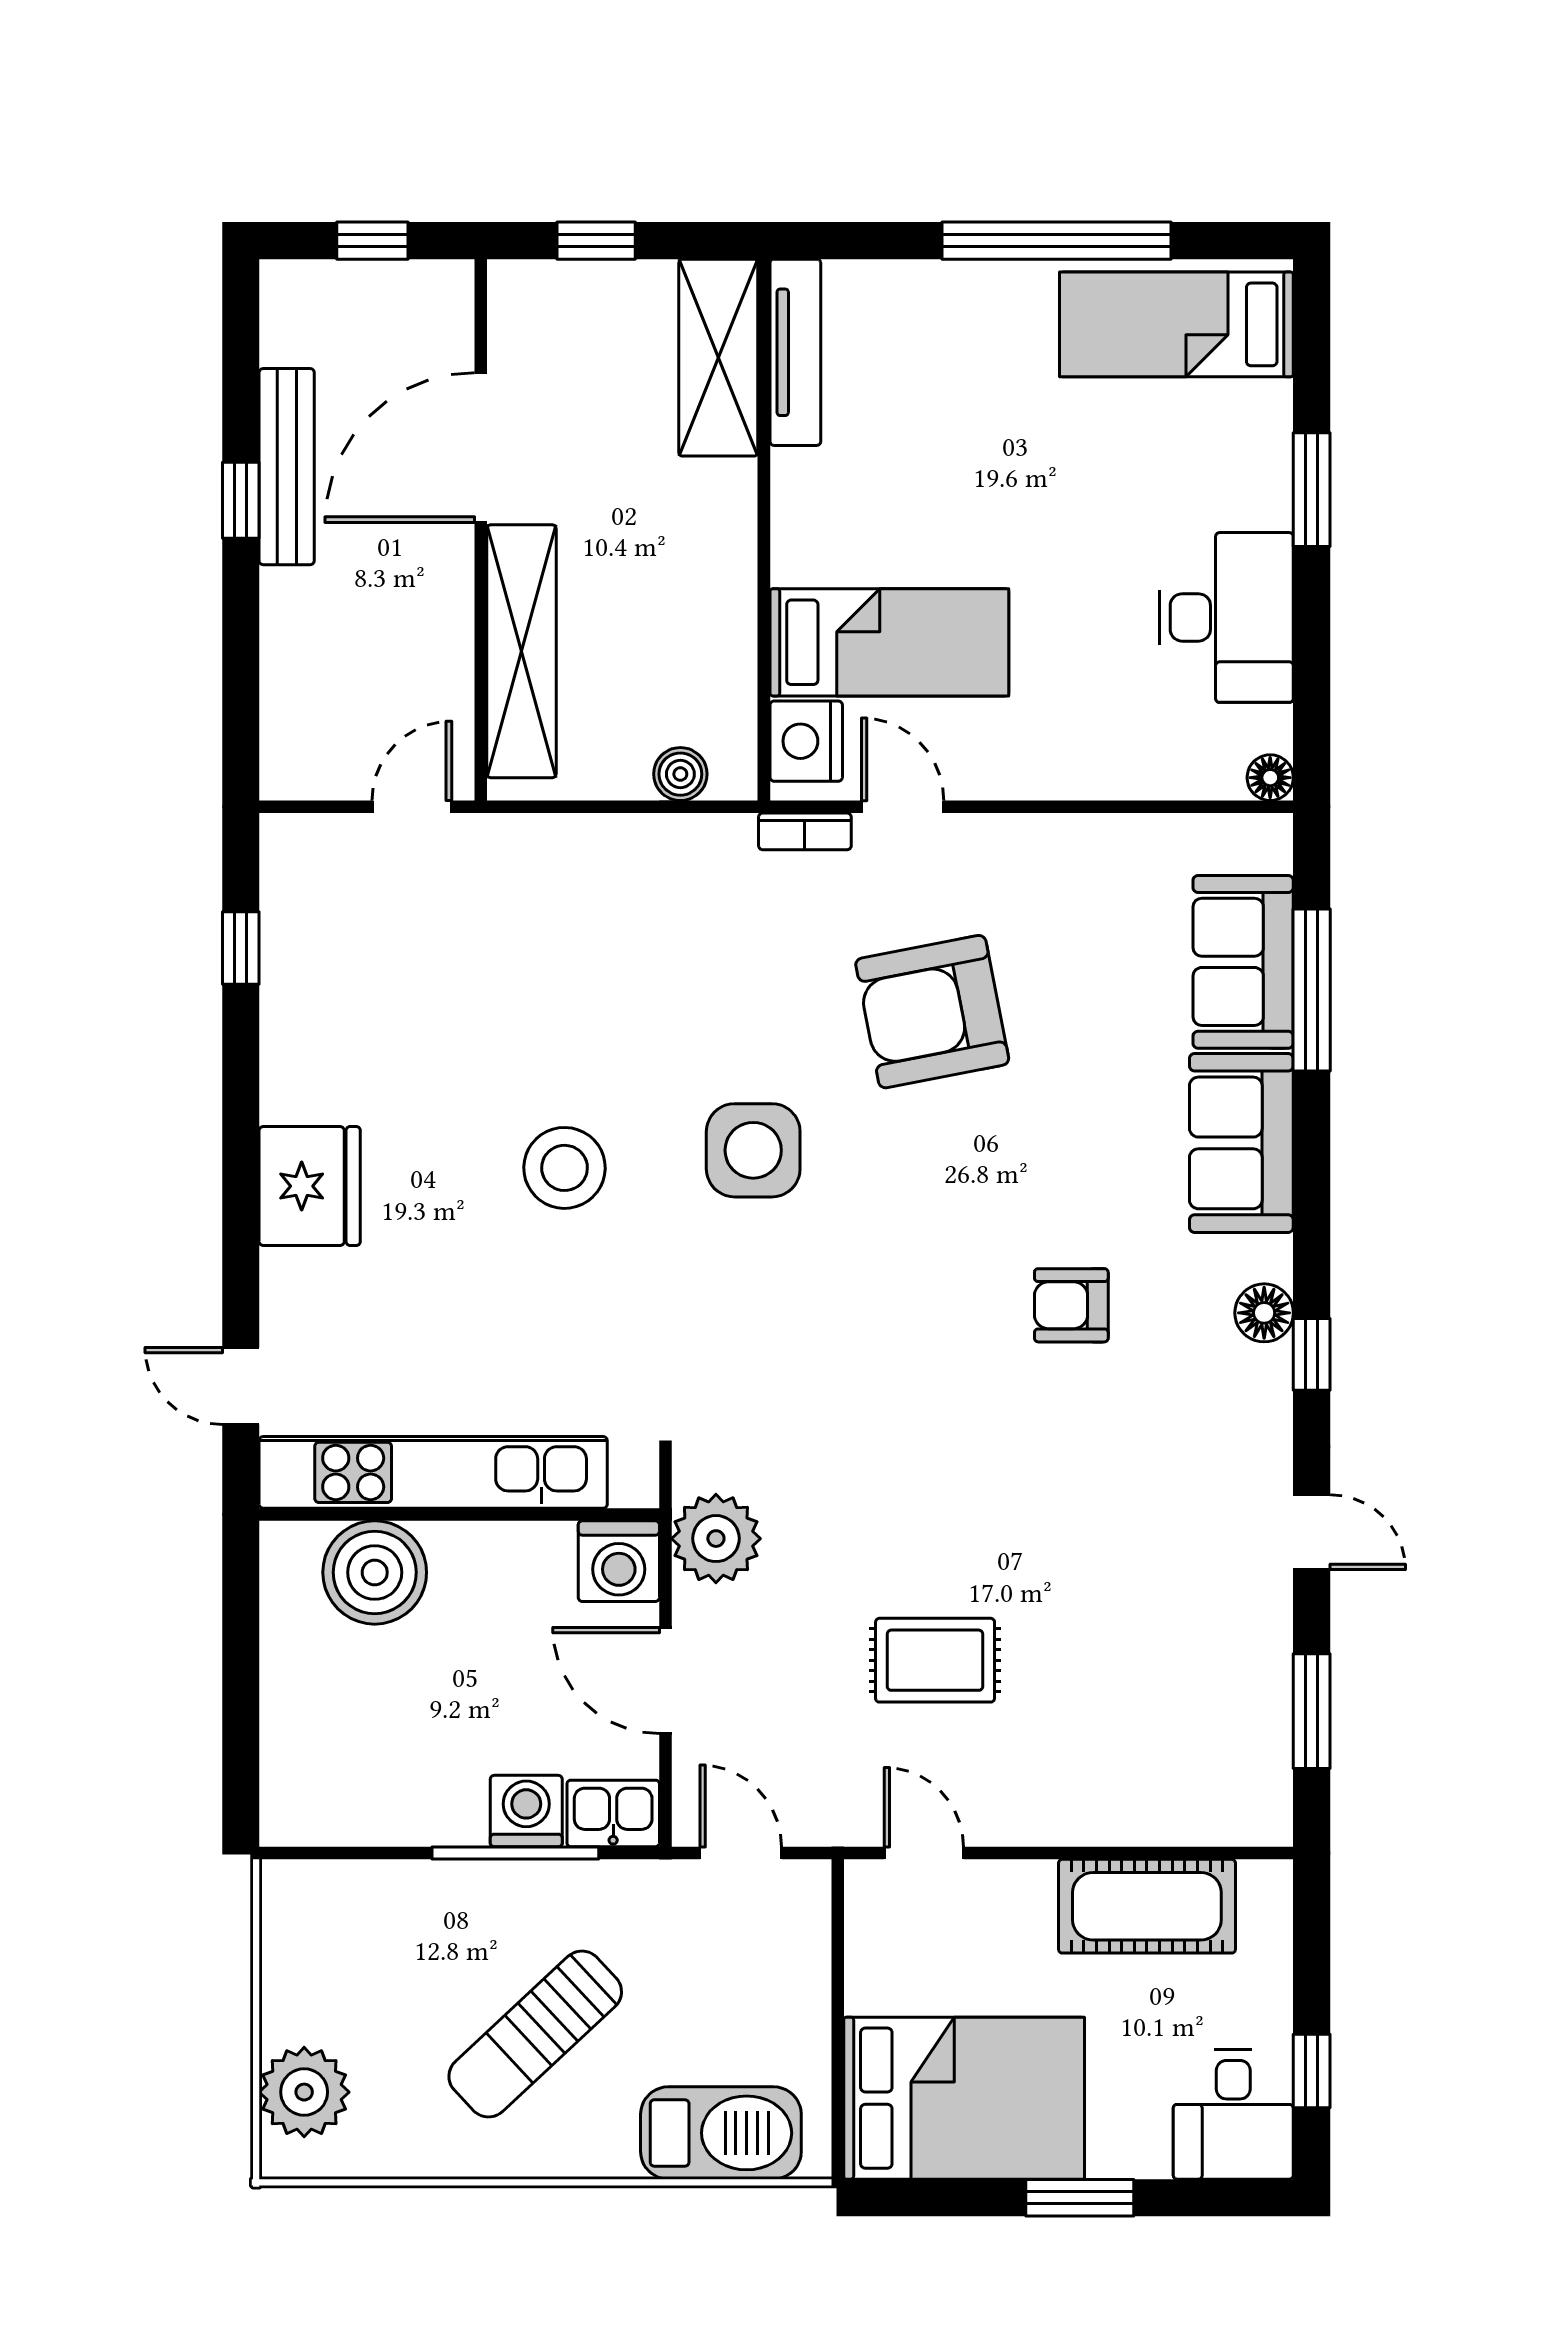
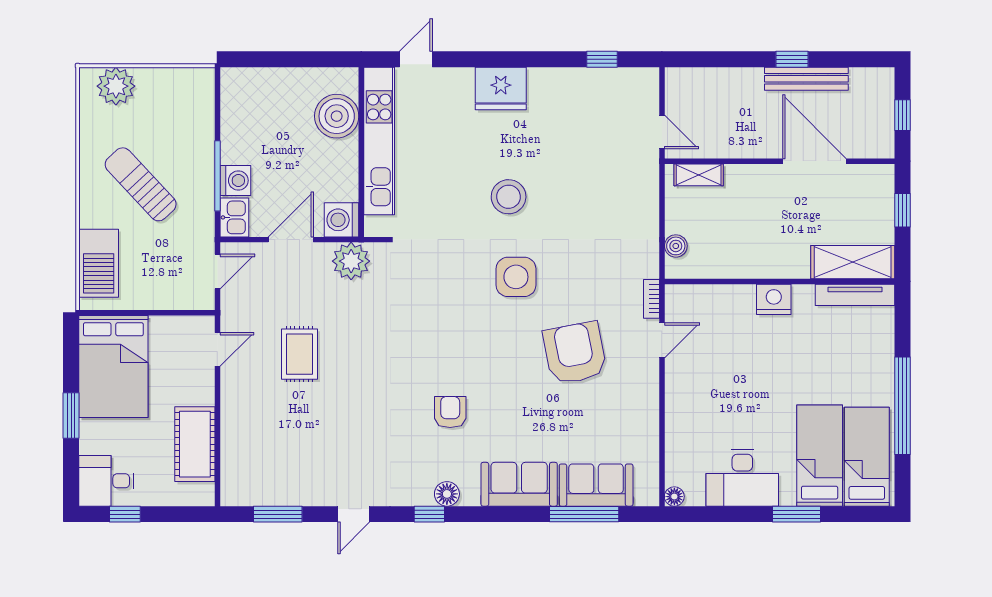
bed: (889, 642) -> (820, 456), moved, turned 180
shelving: (521, 651) -> (699, 175), width x0.45, depth x0.75
nightstand: (806, 741) -> (774, 299), moved

